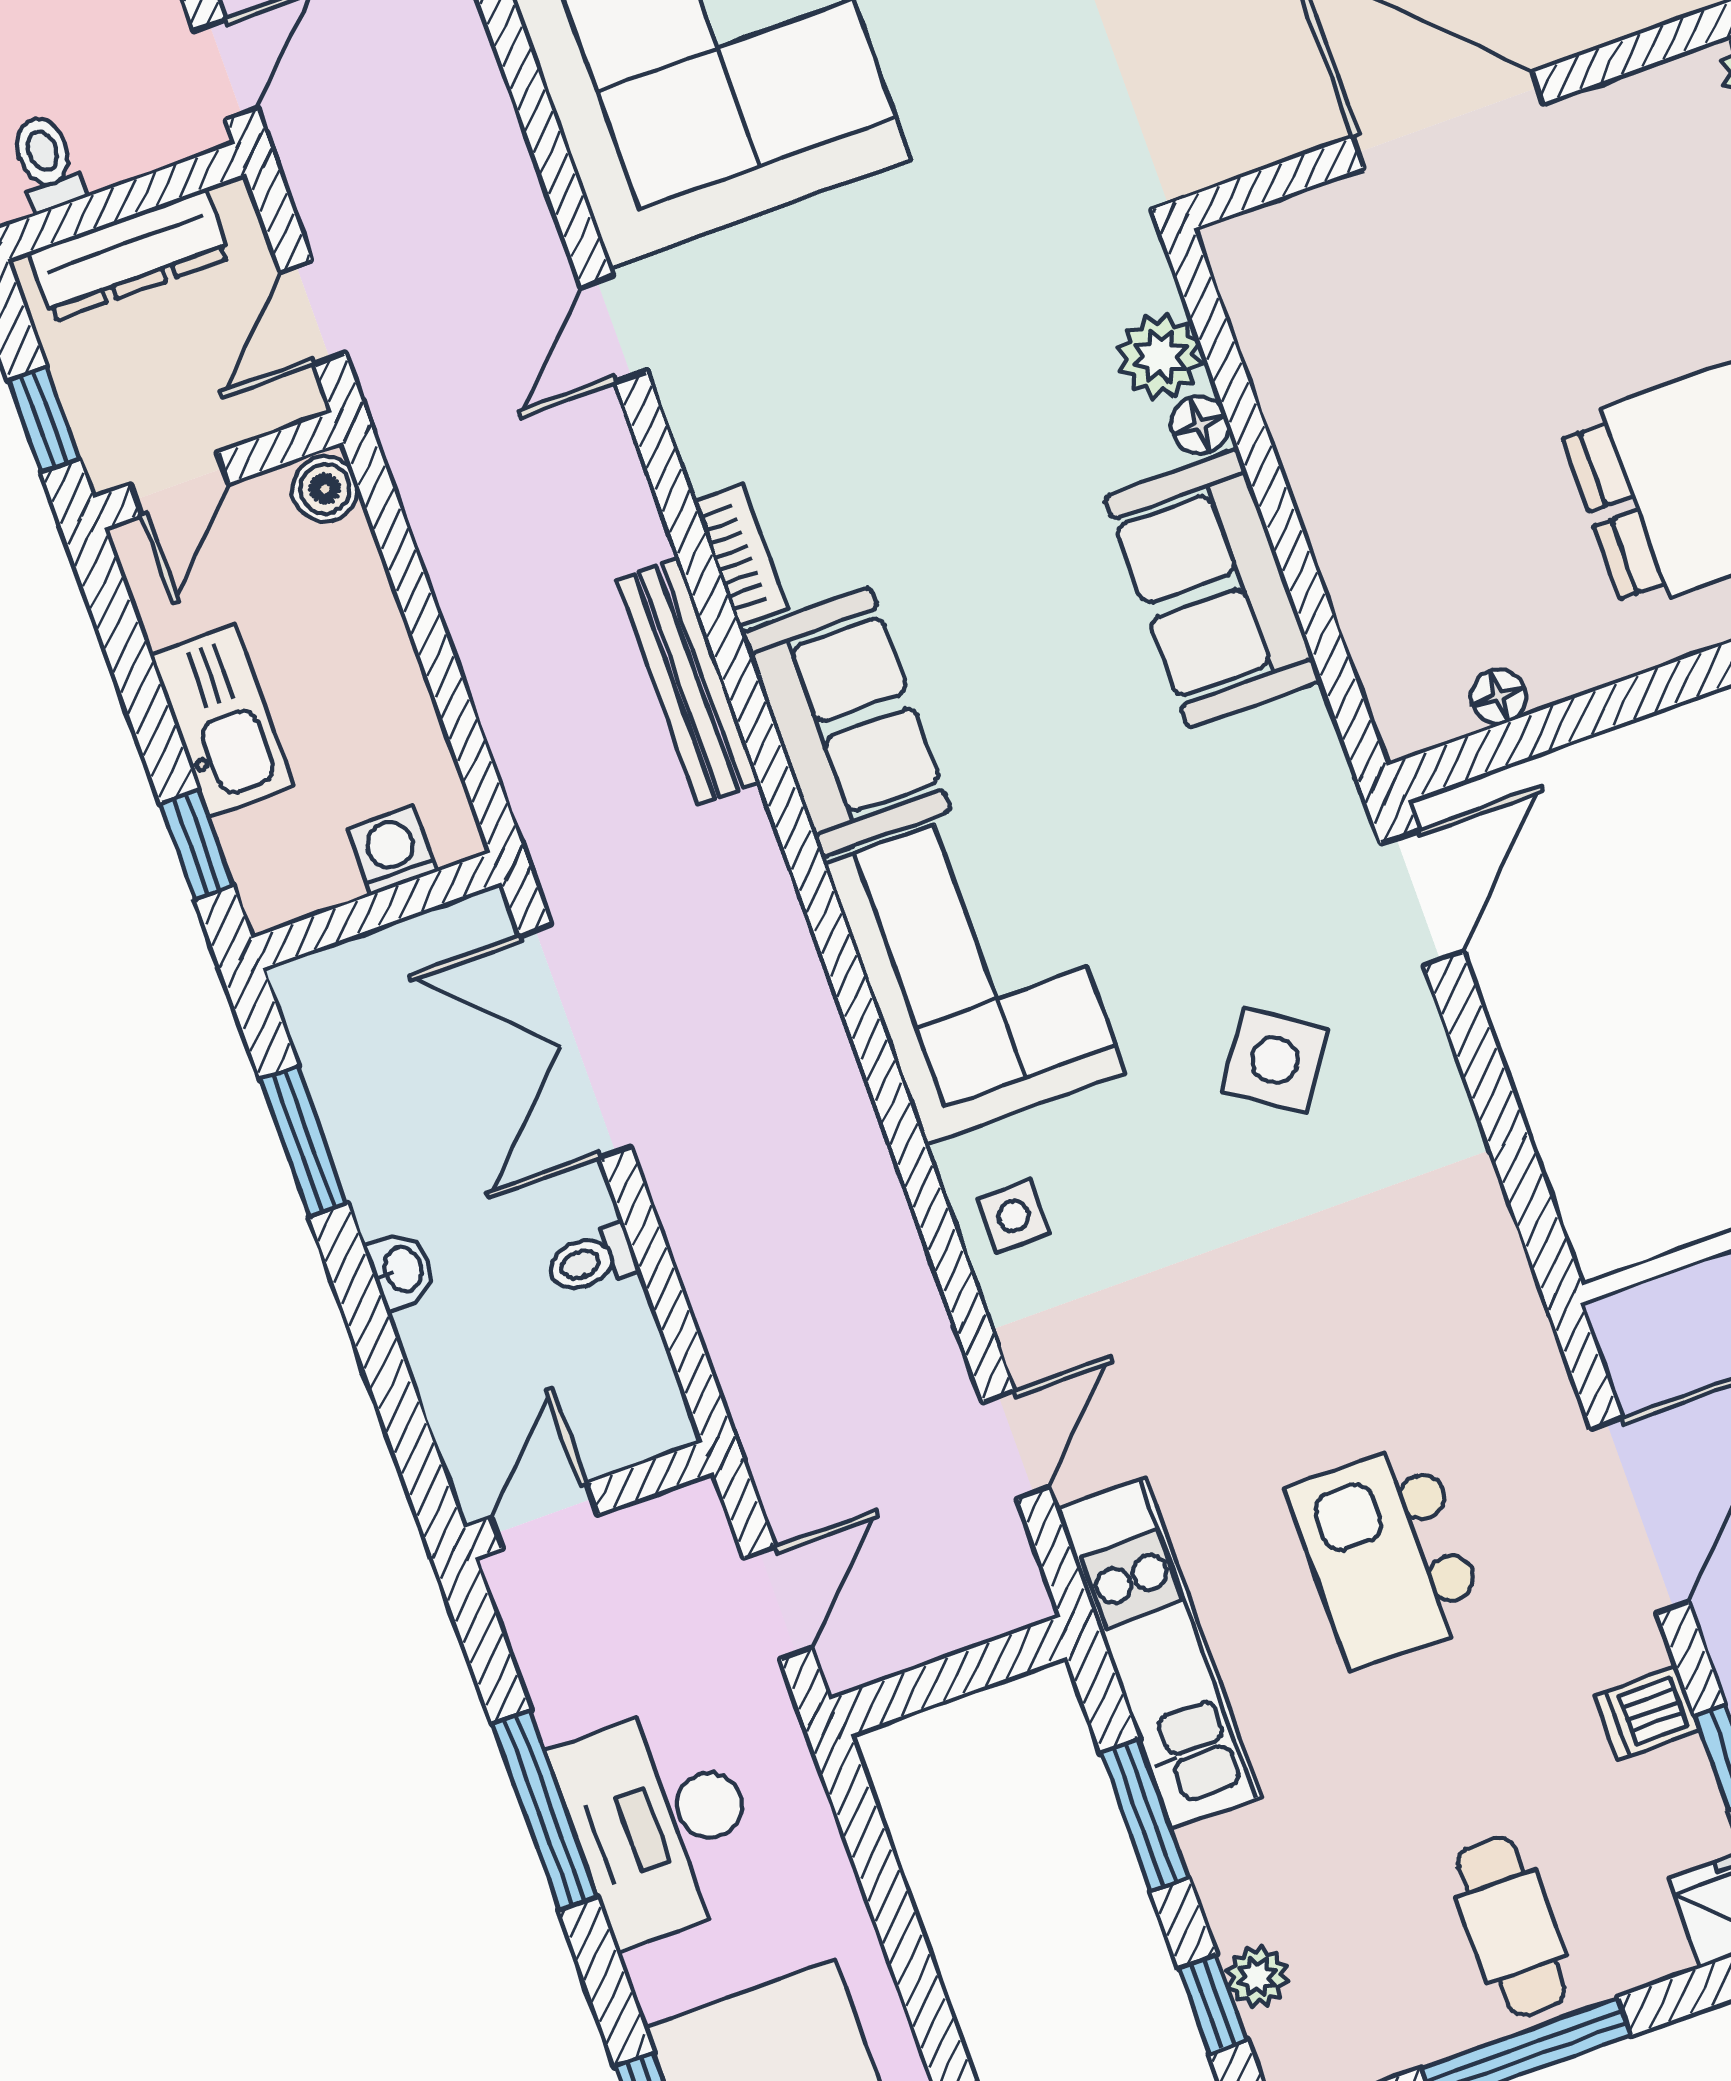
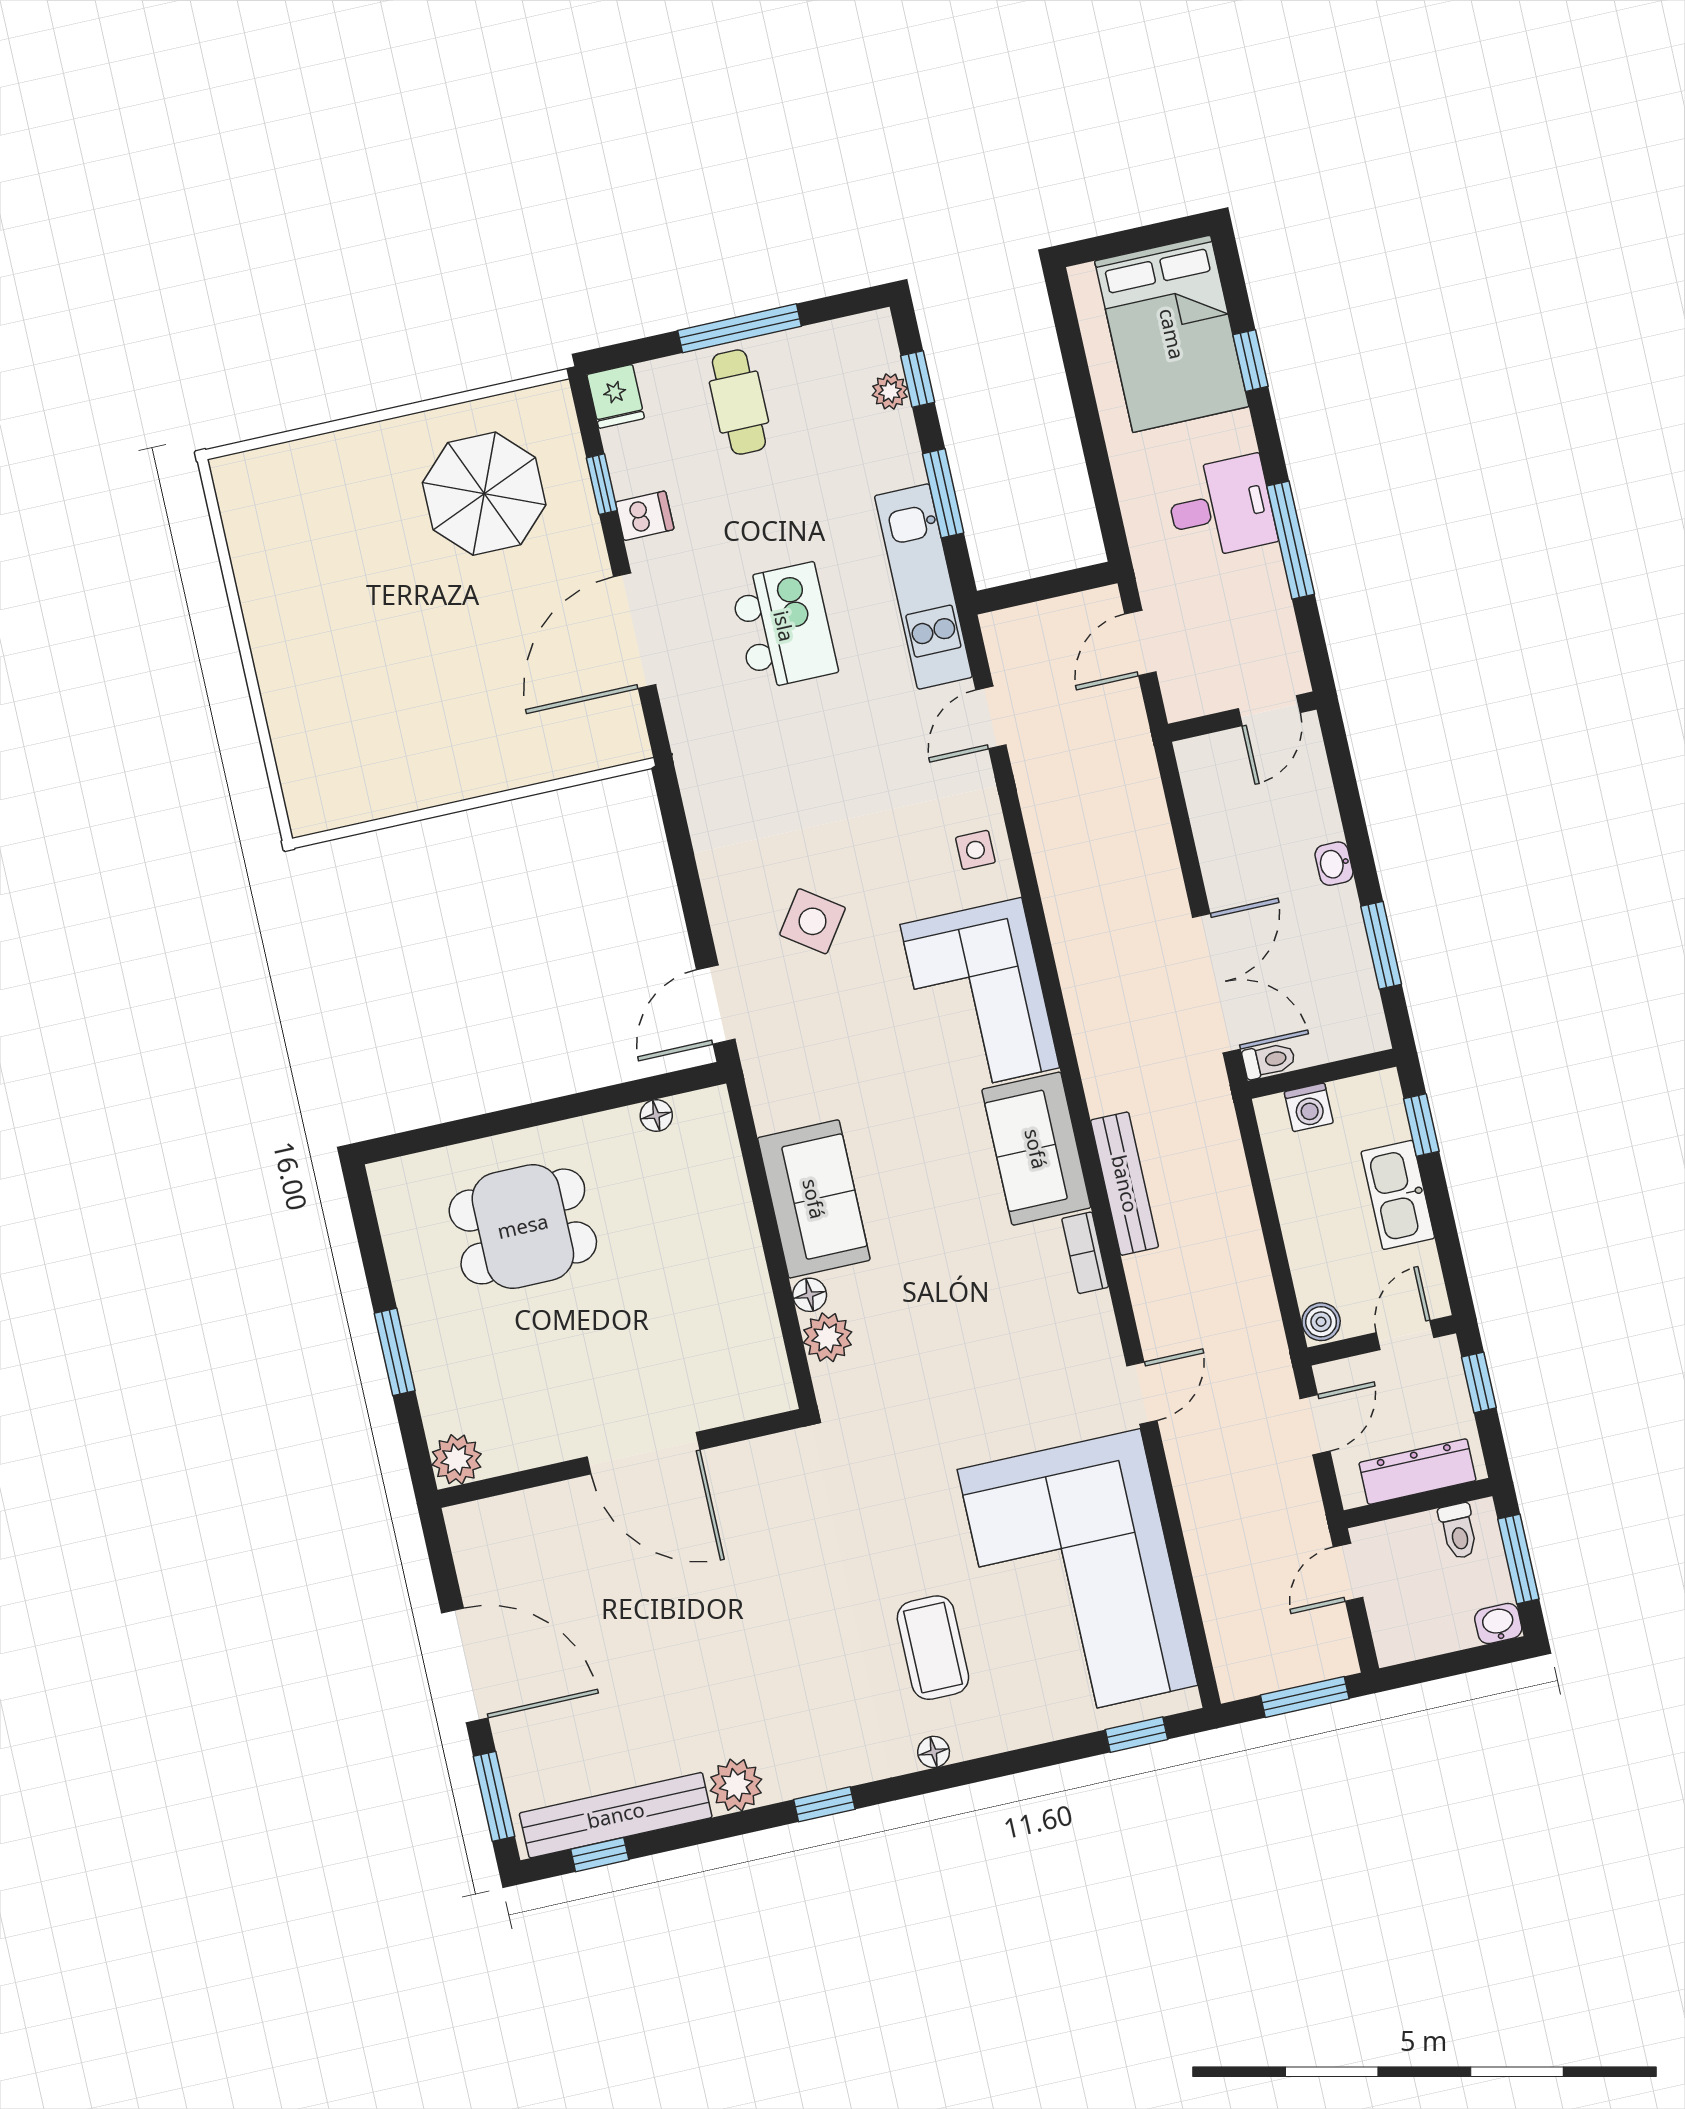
toilet: (592, 1260) -> (1269, 1060), moved
desk: (660, 1823) -> (1221, 508), width x0.73

